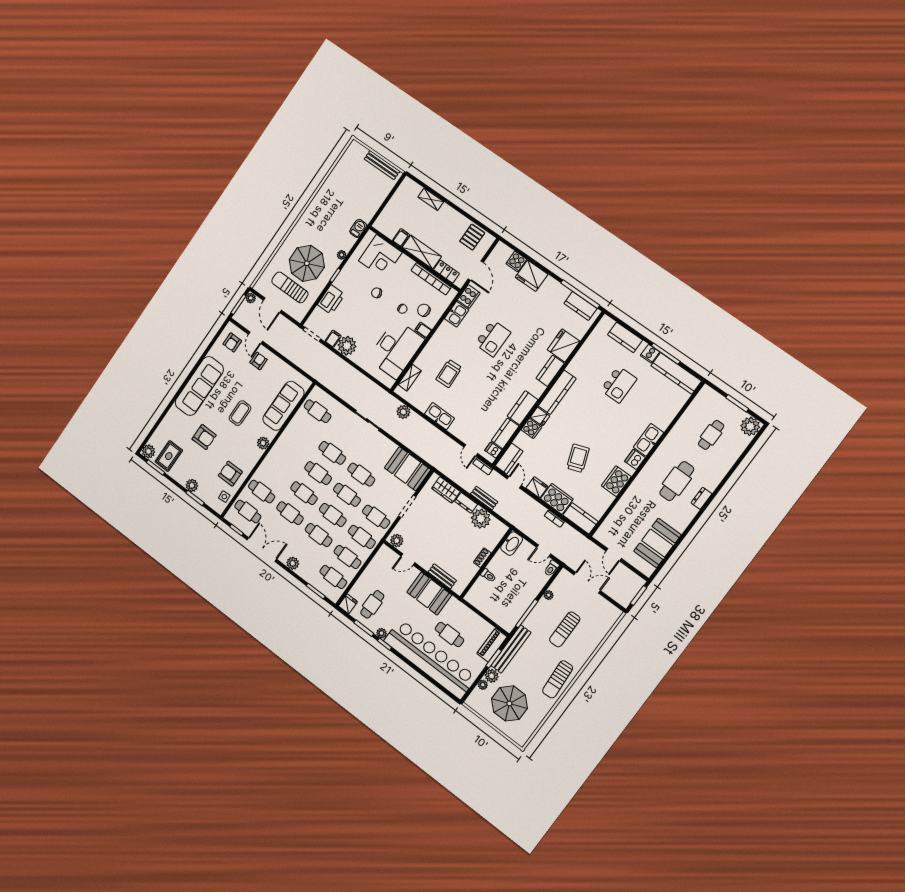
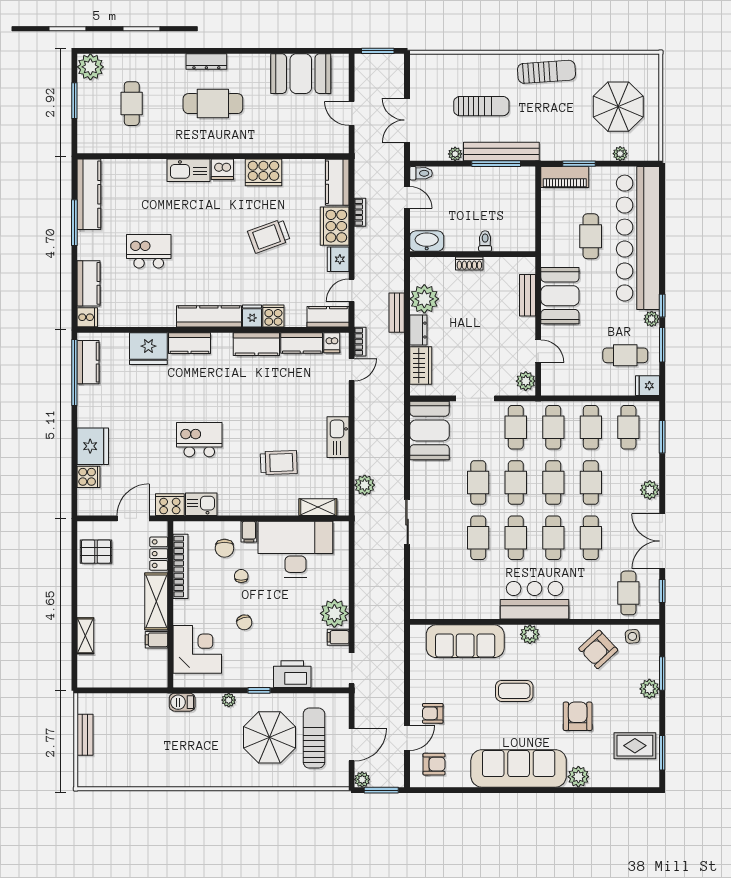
bench: (382, 165) -> (85, 735), width x0.73
sun lounger: (290, 287) -> (314, 738), turned 180
cooker: (650, 354) -> (87, 317), moved
cafe table: (318, 411) -> (441, 593), removed
cafe table: (711, 435) -> (132, 104), turned 90
plant: (149, 451) -> (578, 777), moved
bar counter: (279, 459) -> (535, 600), added
armchair: (230, 474) -> (598, 649), turned 47
cafe table: (262, 492) -> (591, 593), removed
dresser: (701, 498) -> (206, 62), width x1.44
door: (614, 555) -> (352, 113), swing flipped
bench: (511, 649) -> (501, 151), moved
plant: (492, 676) -> (602, 151), removed

